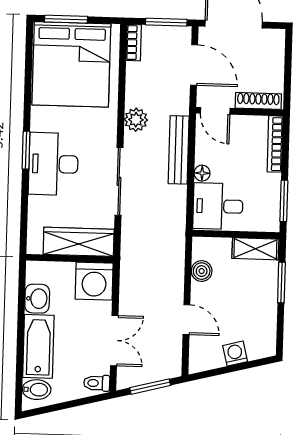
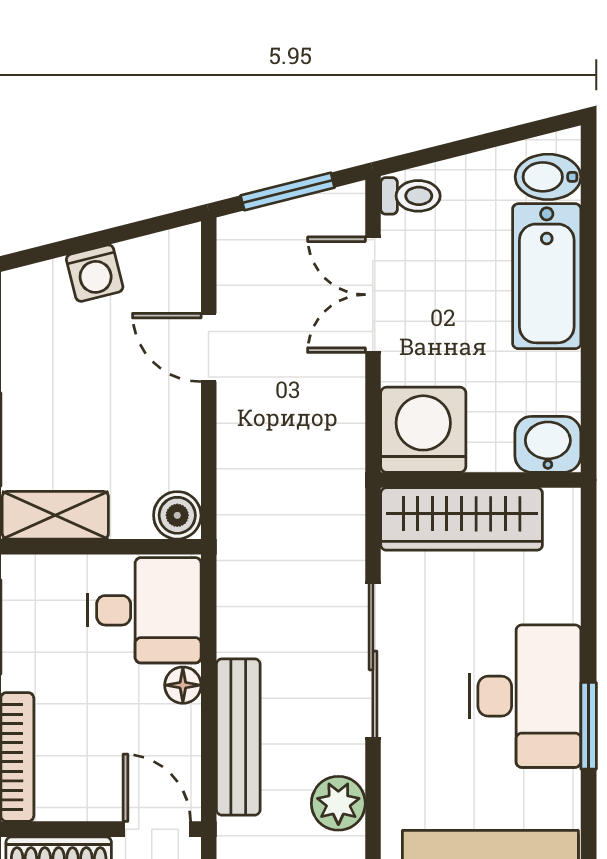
boiler: (202, 271) -> (177, 515), moved
washbasin: (37, 299) -> (548, 444), moved, turned 90

